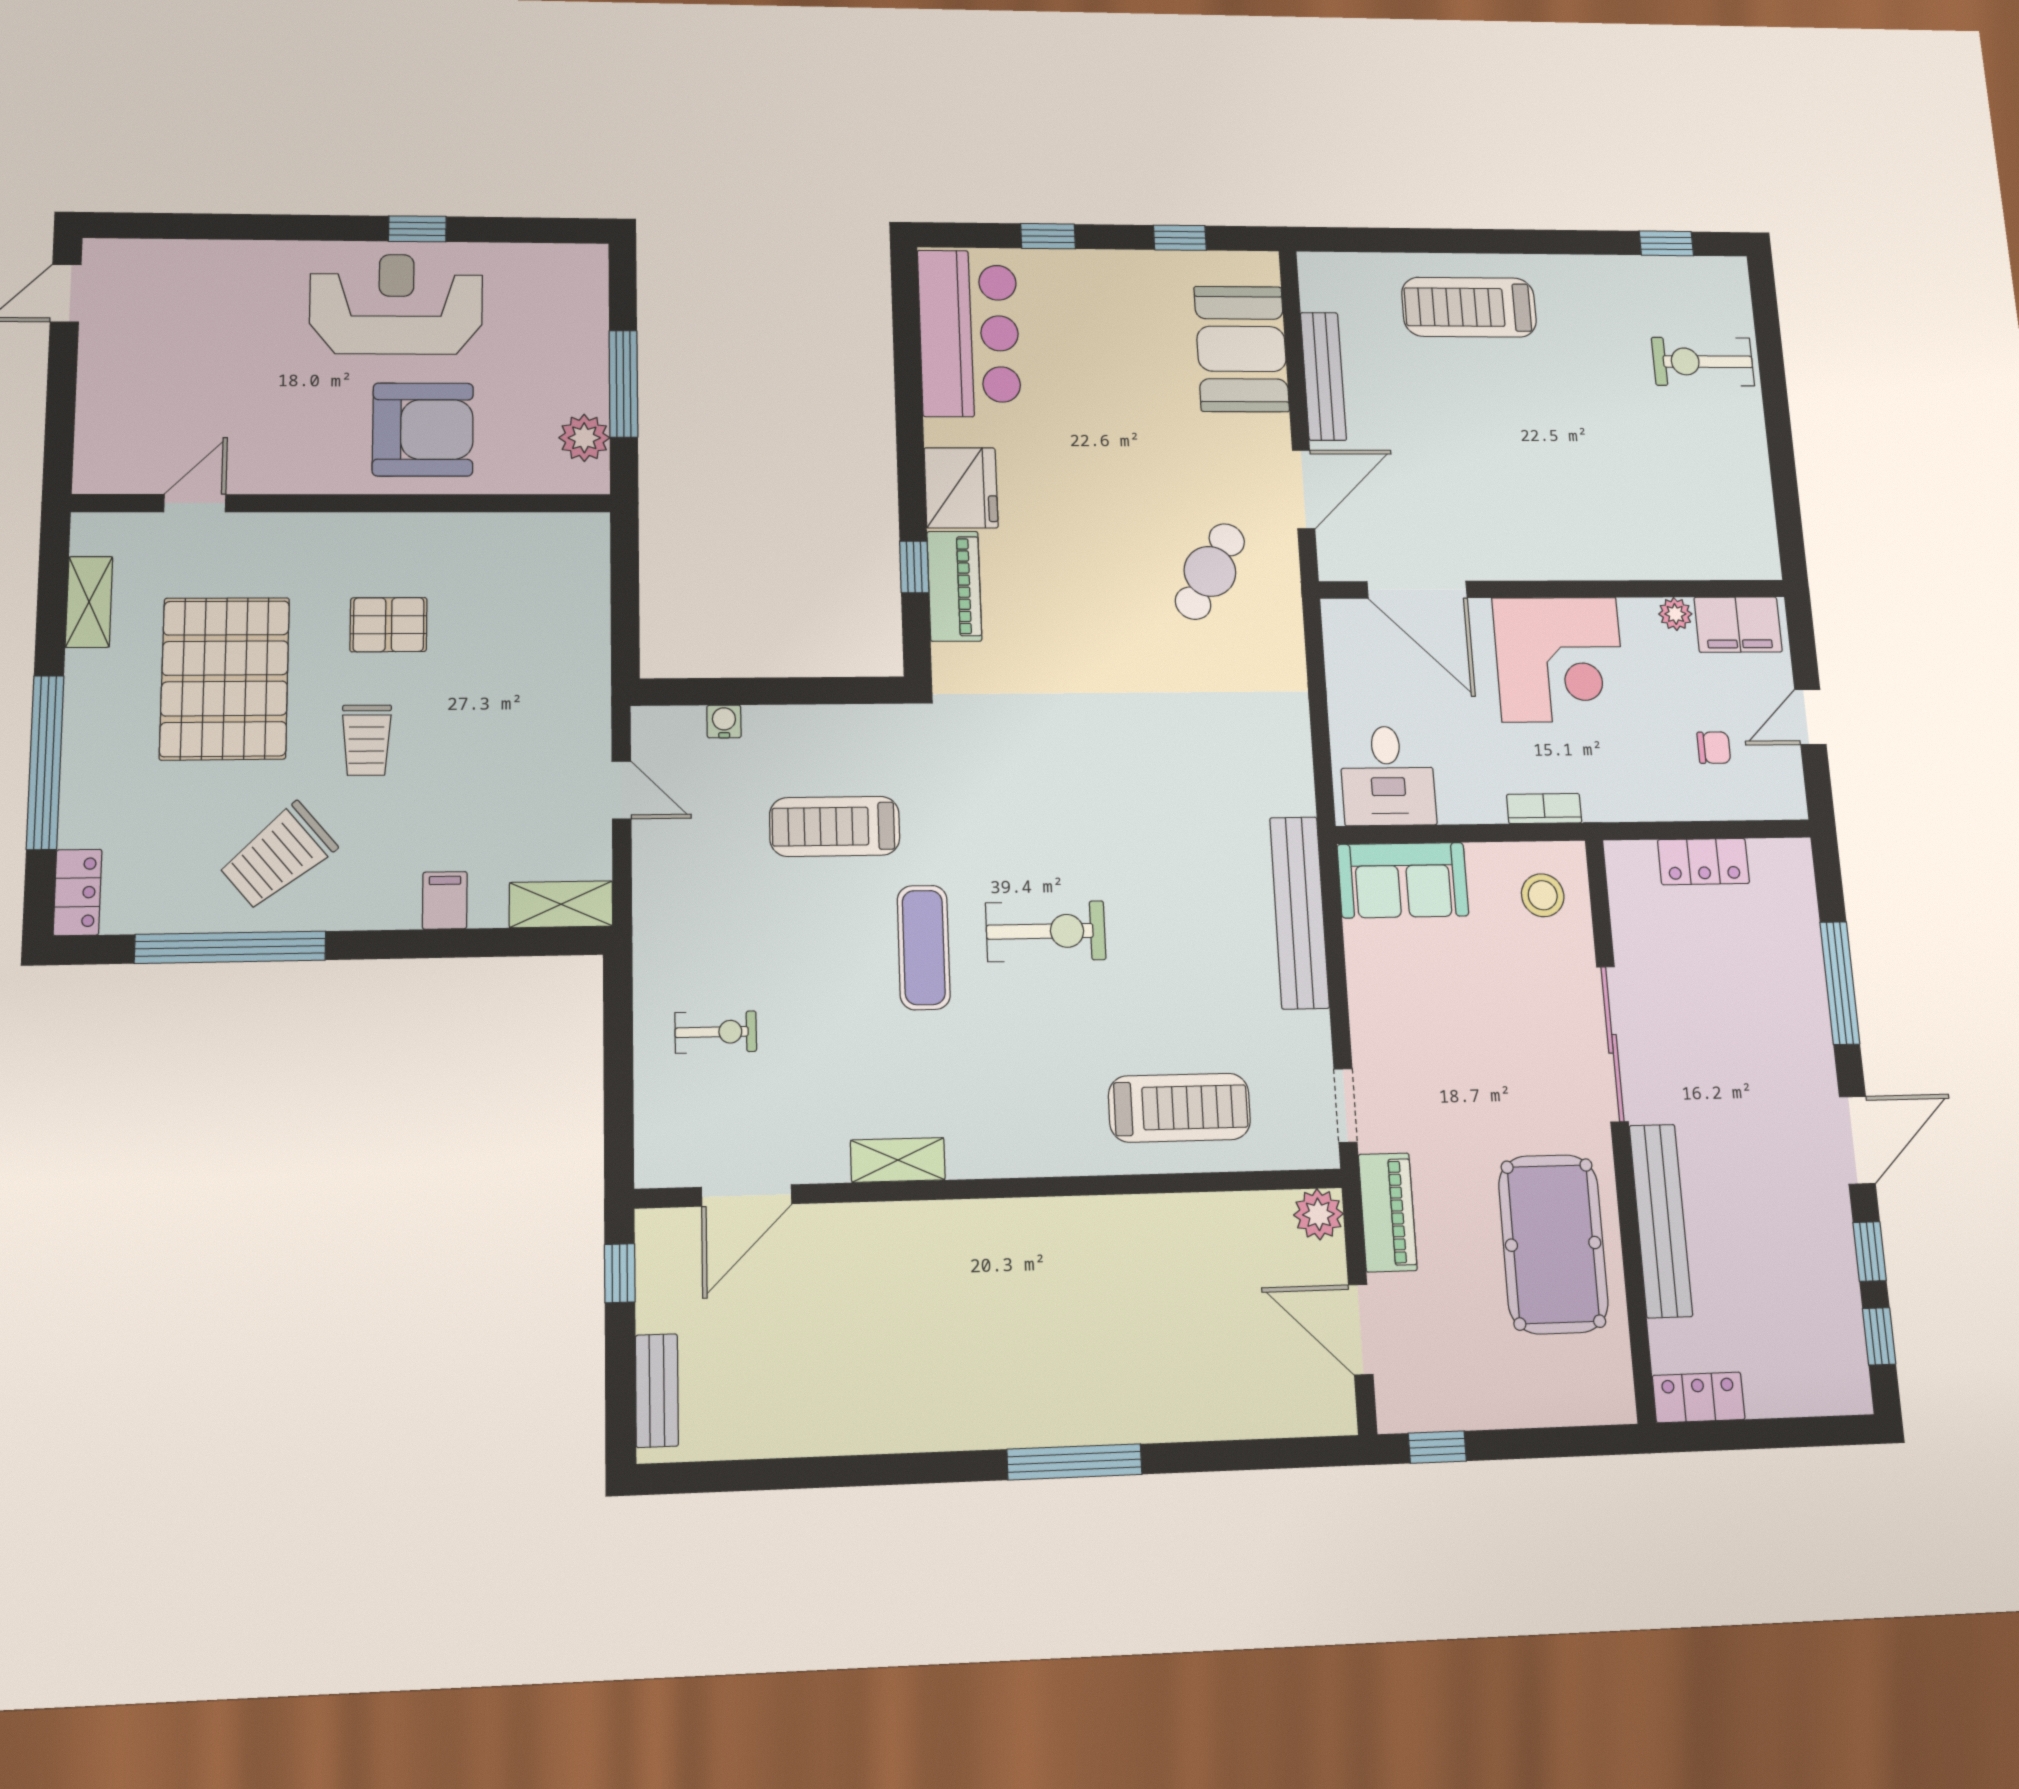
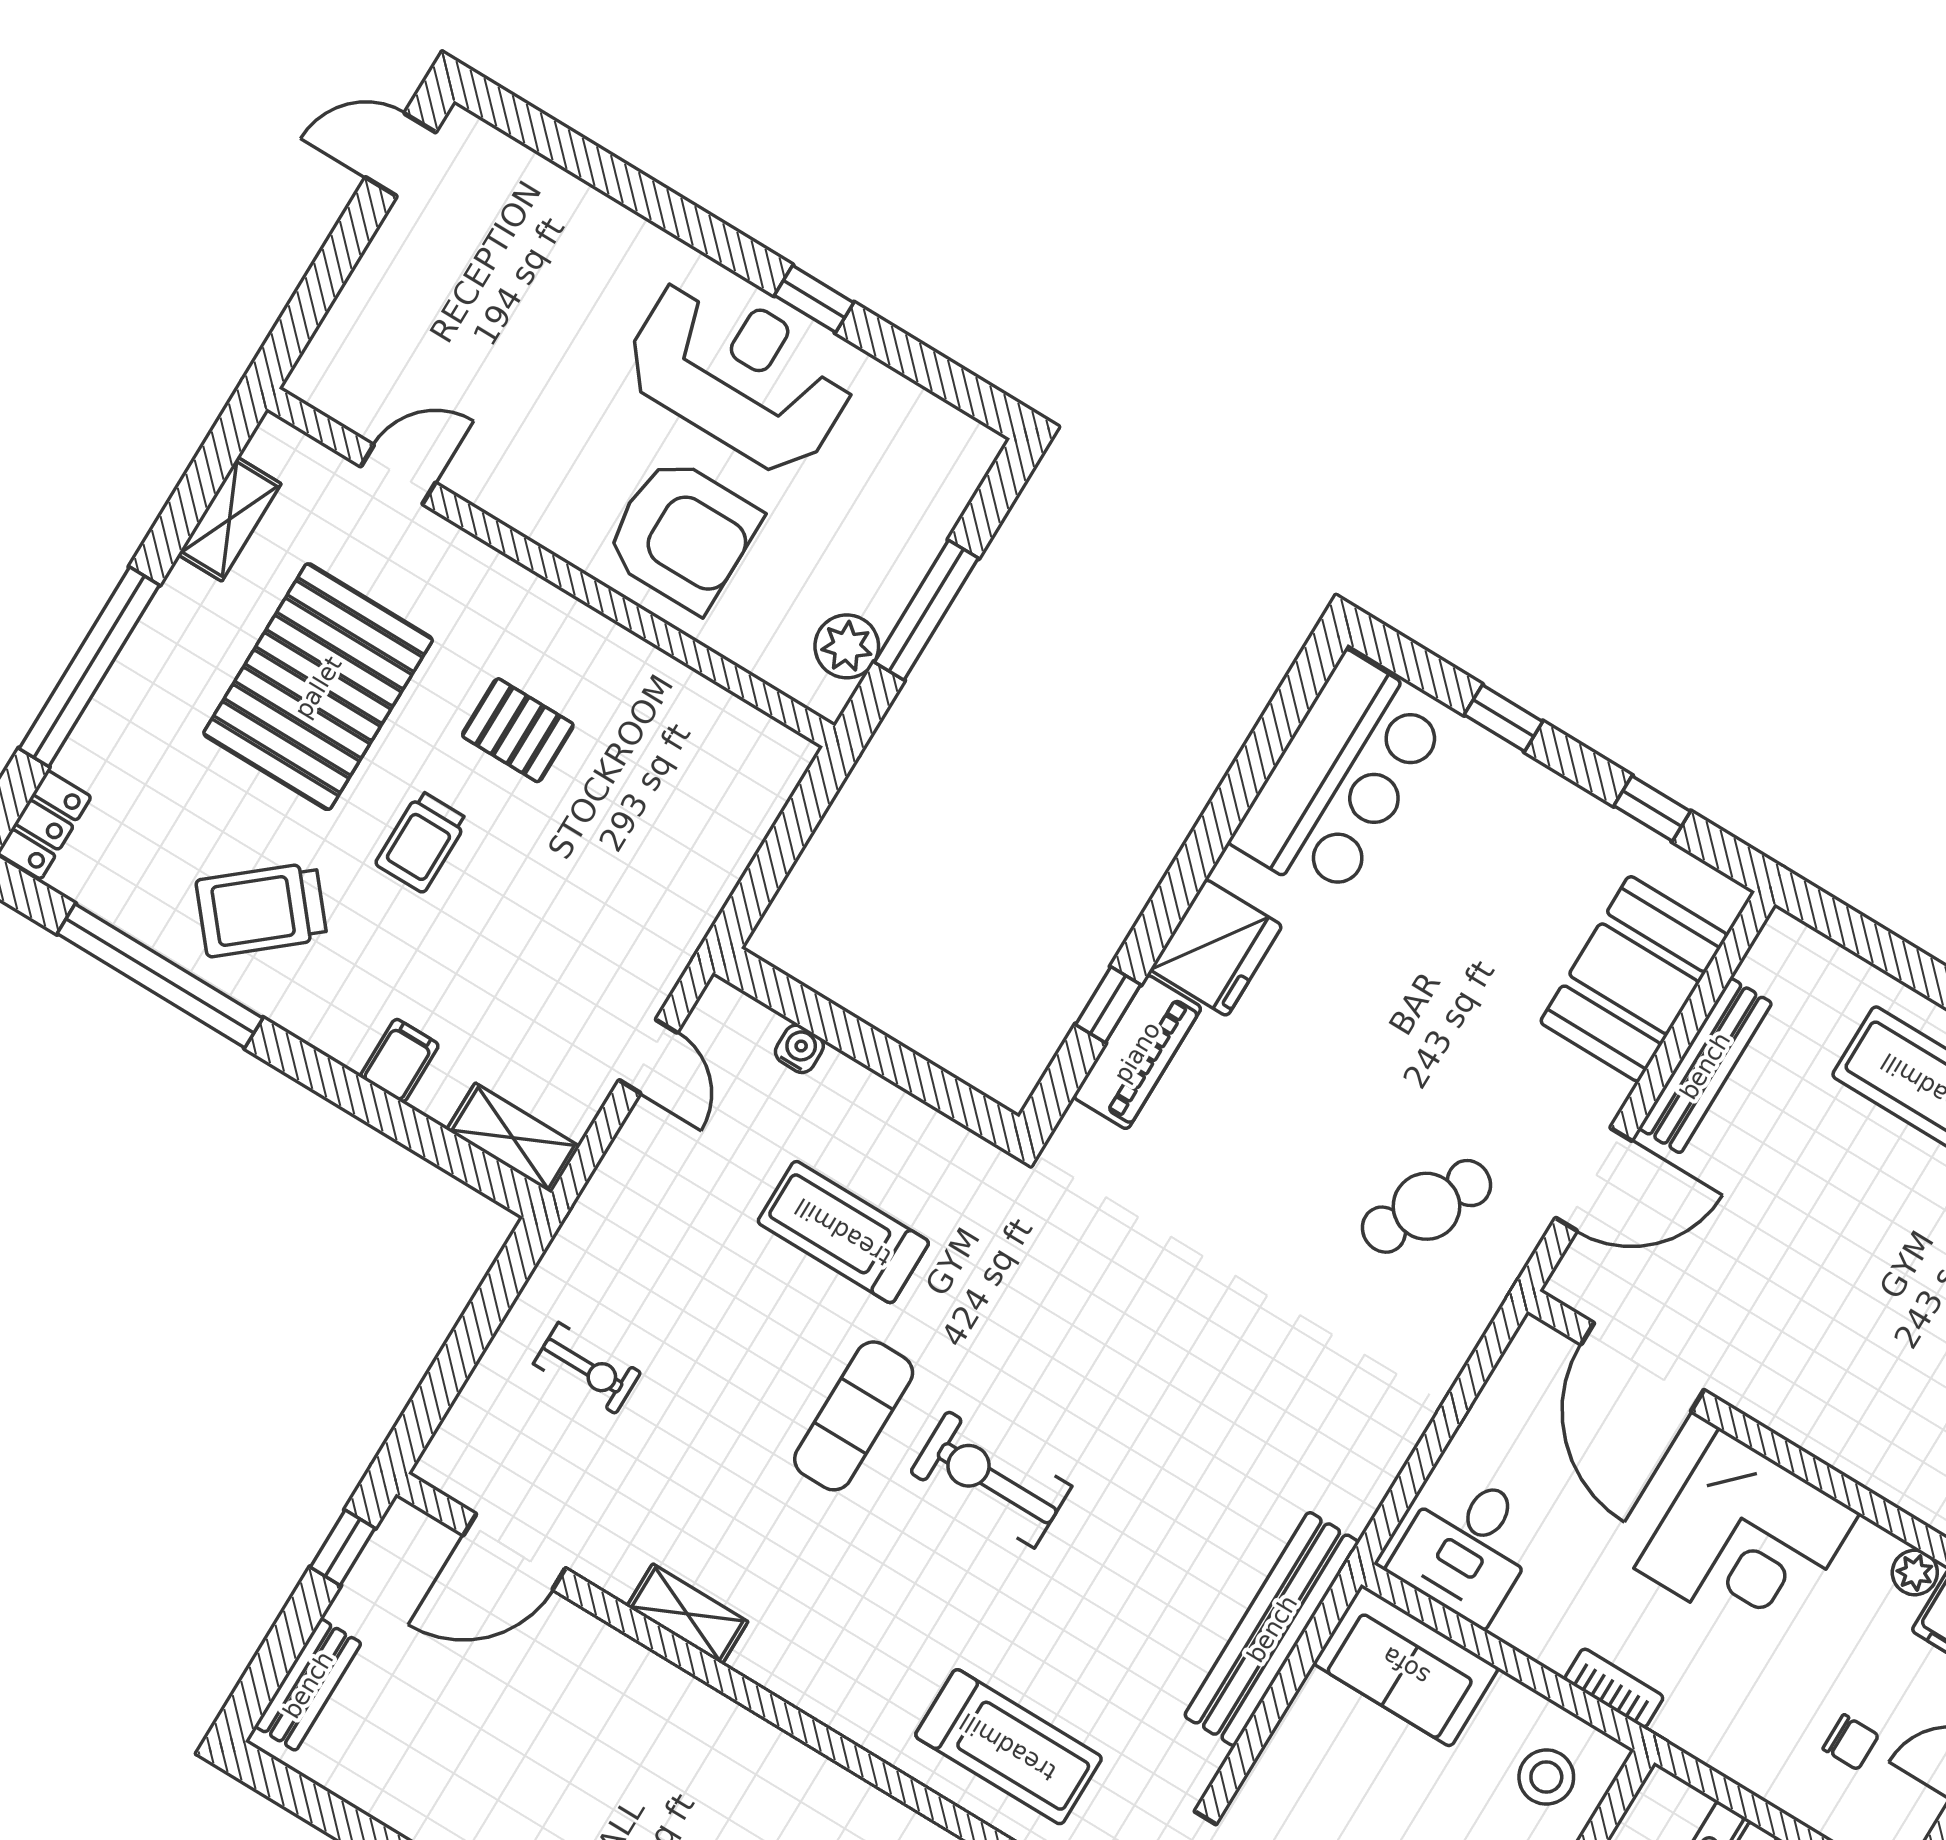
exercise bike: (1046, 931) -> (991, 1479), turned 180

